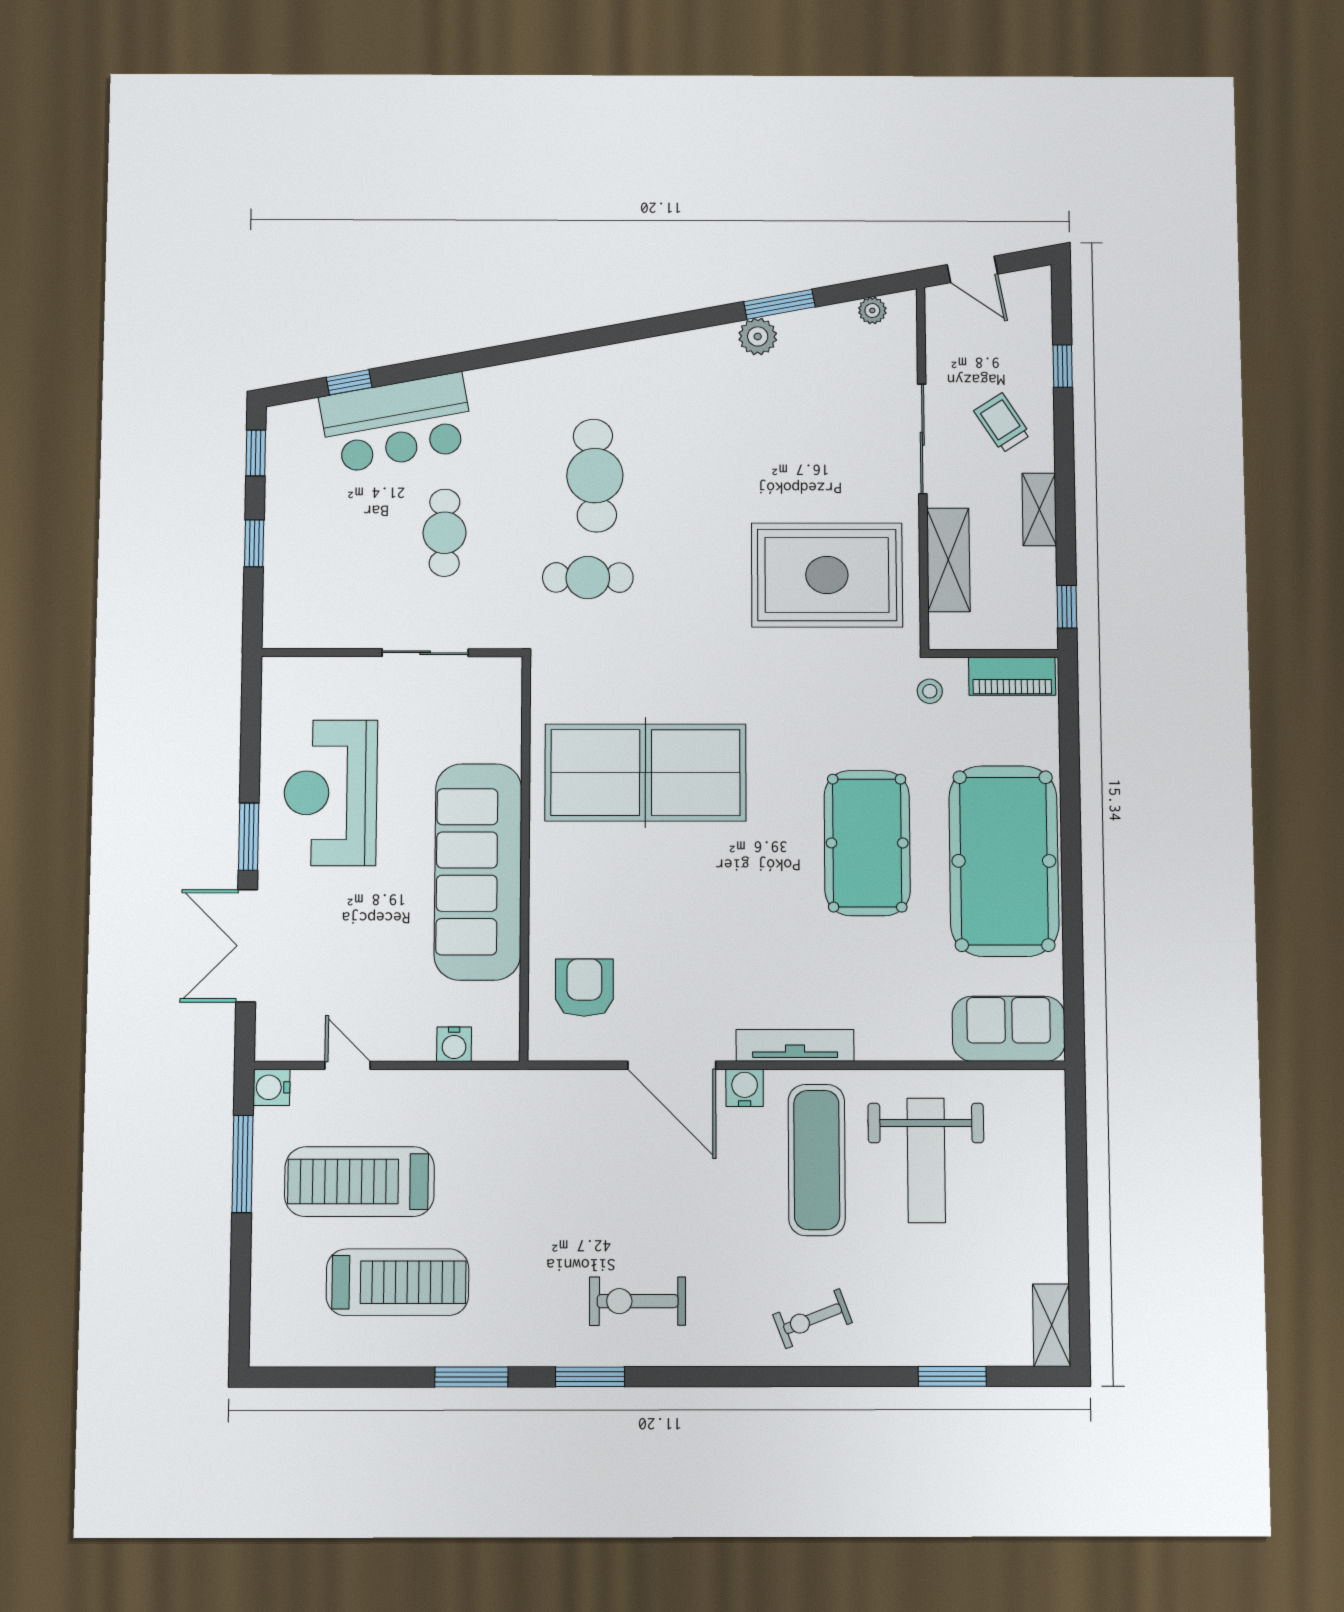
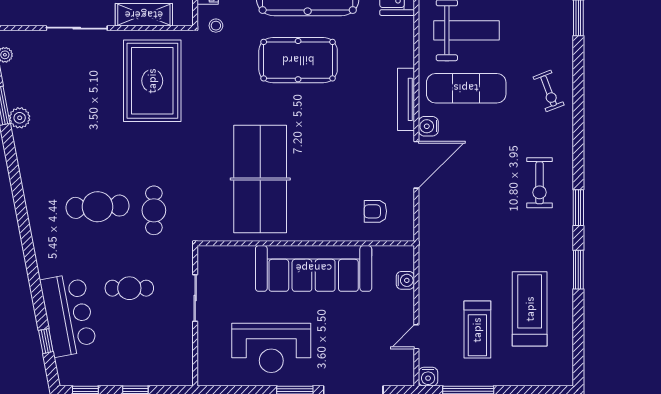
armchair: (584, 988) -> (375, 211), width x0.72, depth x0.72
treadmill: (359, 1182) -> (477, 330), width x0.73, depth x0.73

